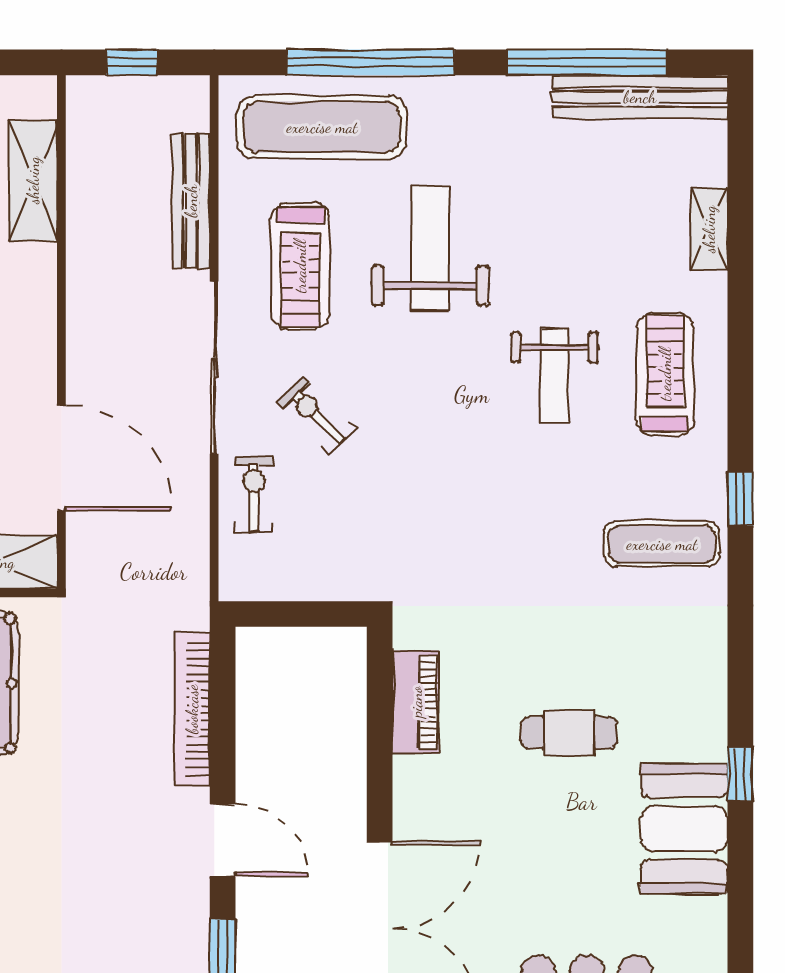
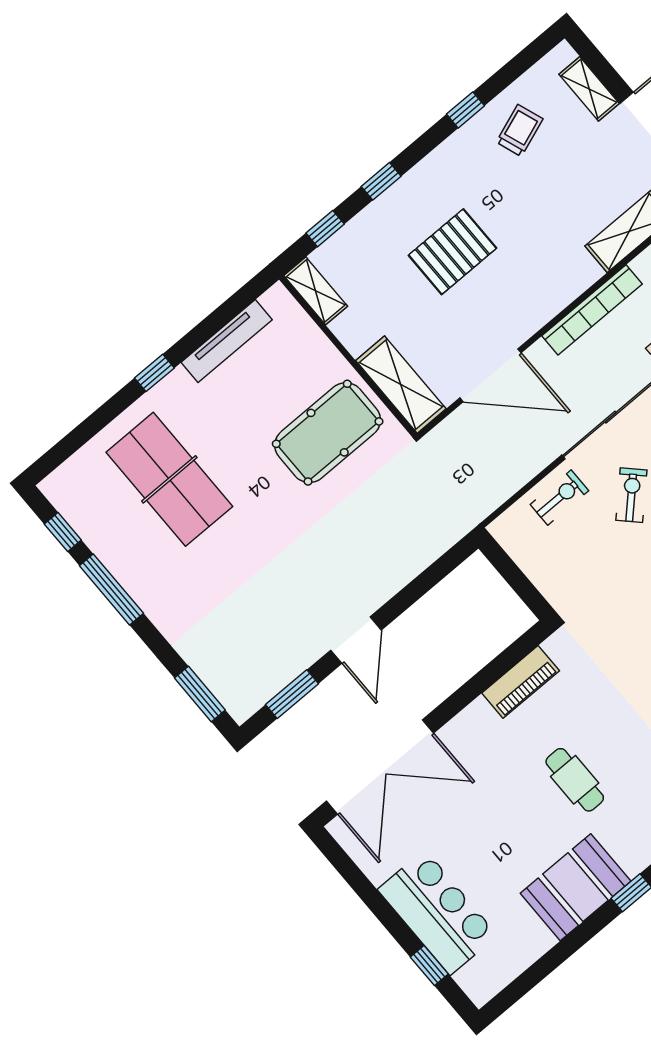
door: (61, 458) -> (490, 375), hinge flipped
bookcase: (192, 709) -> (592, 310), moved, turned 180

